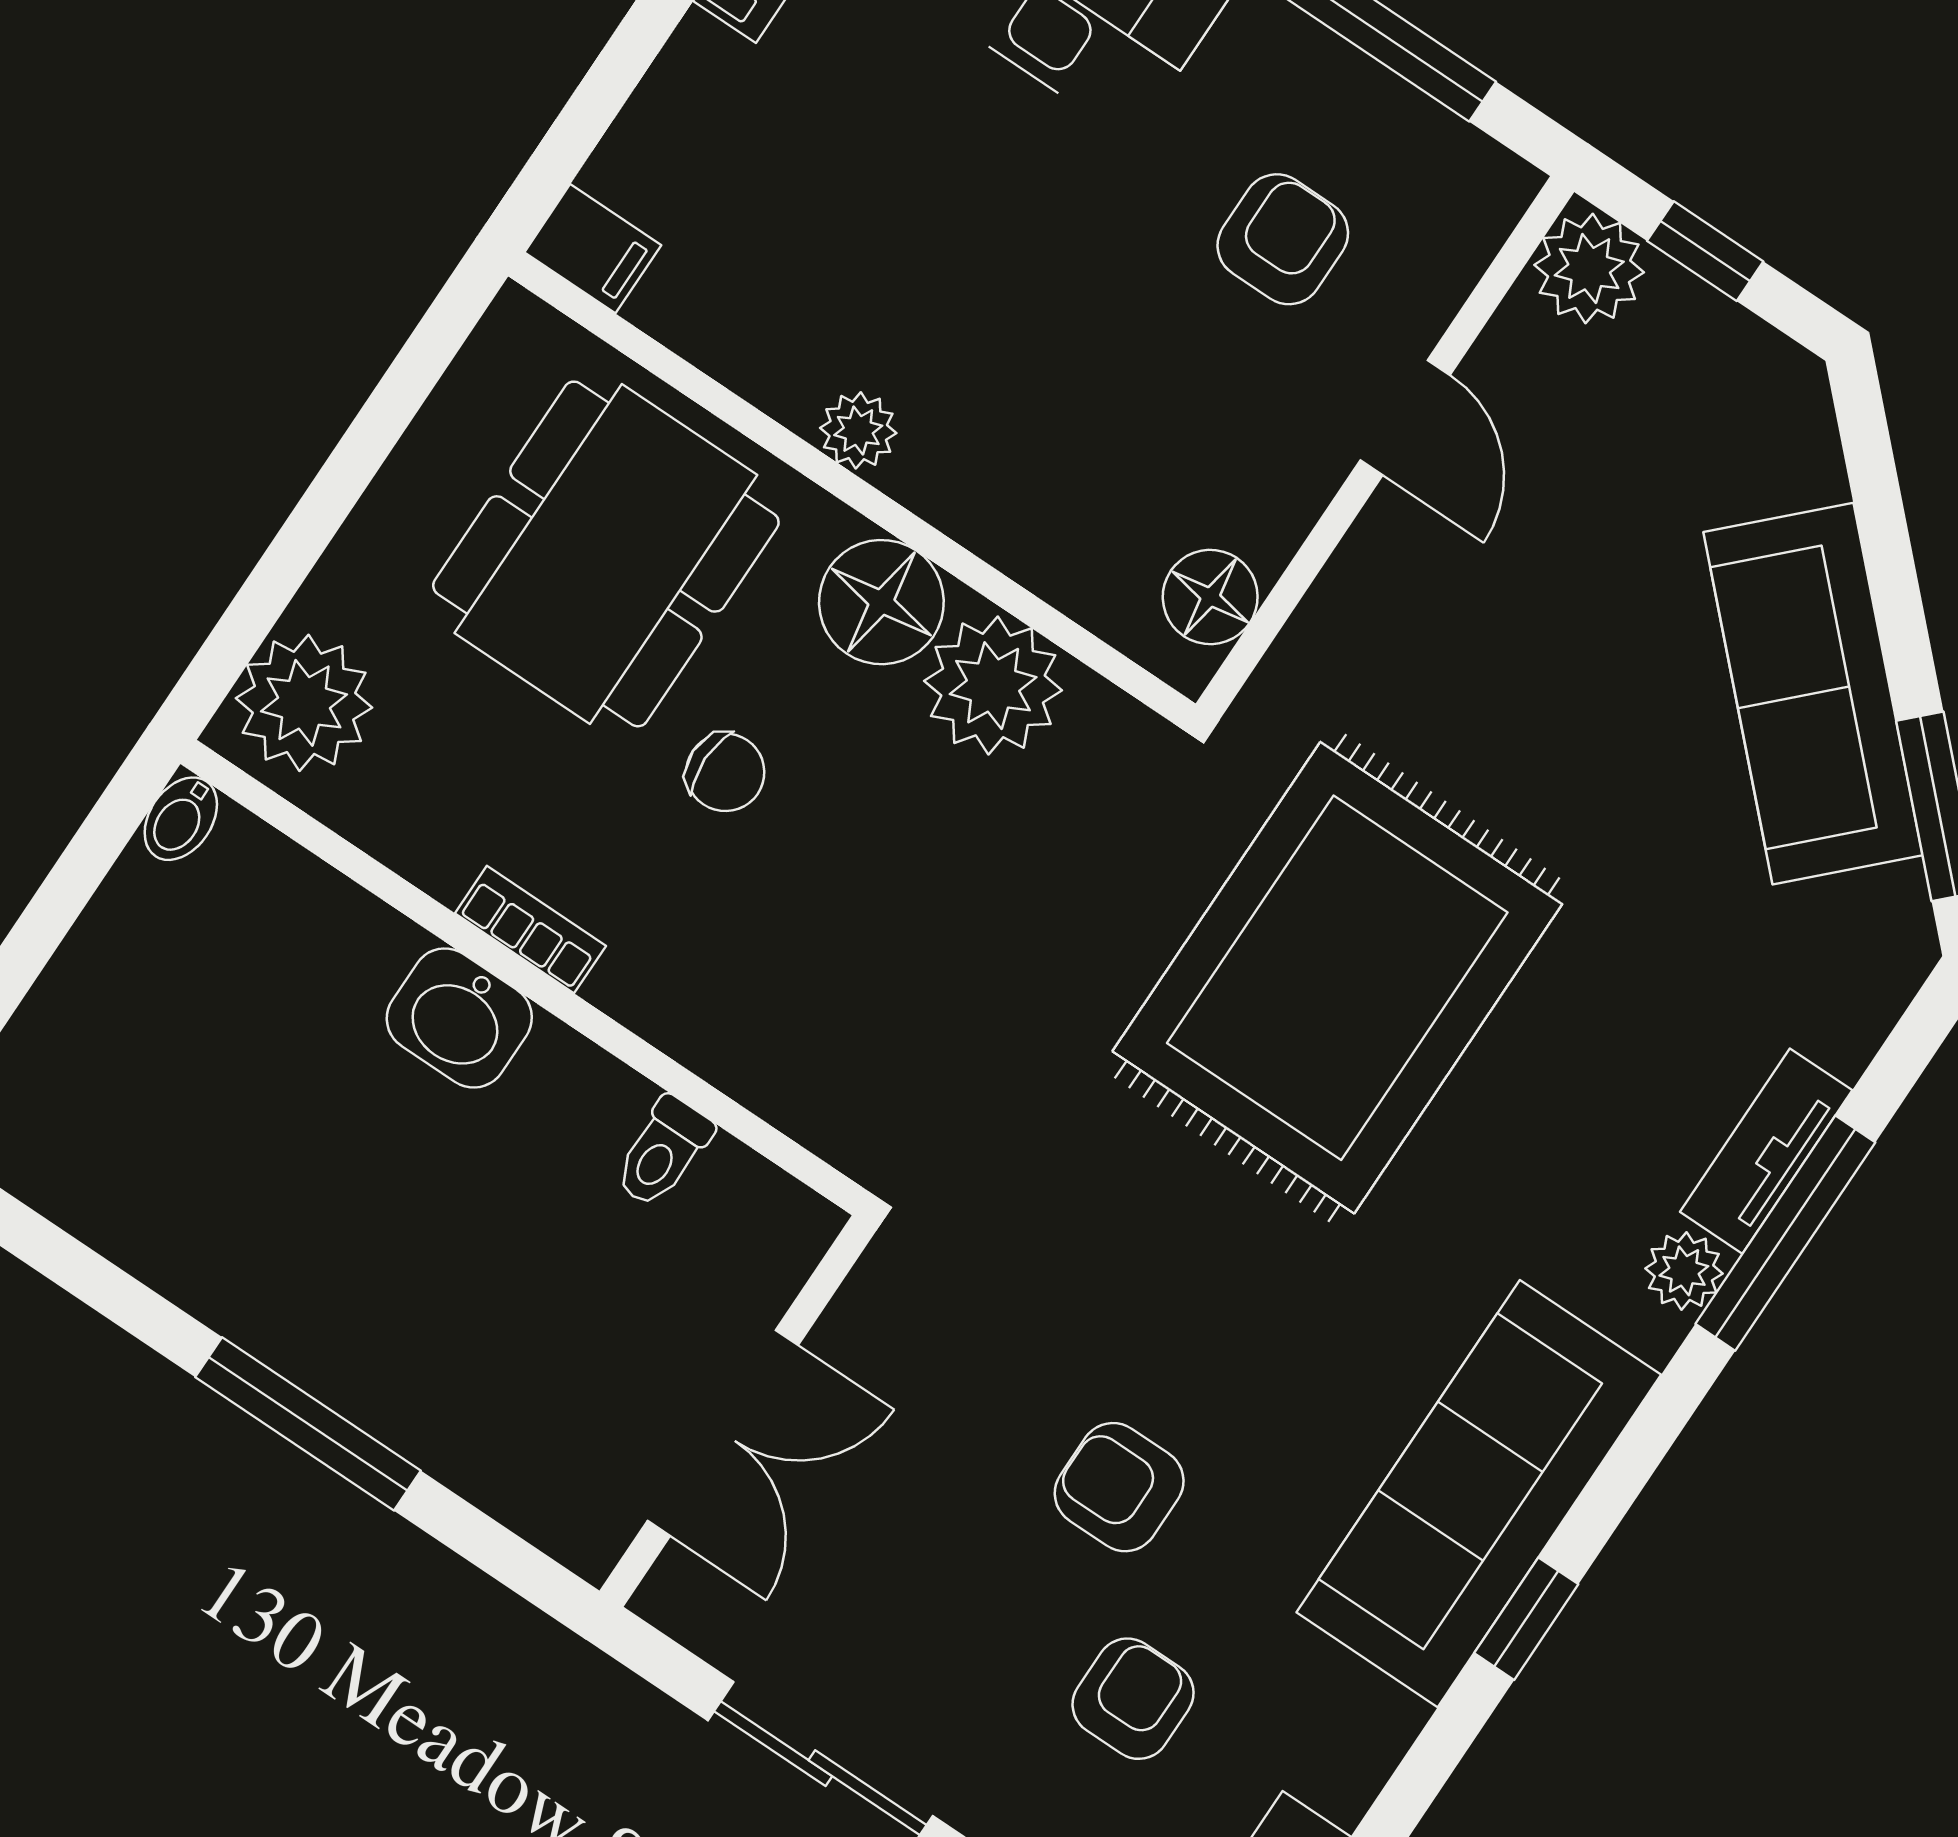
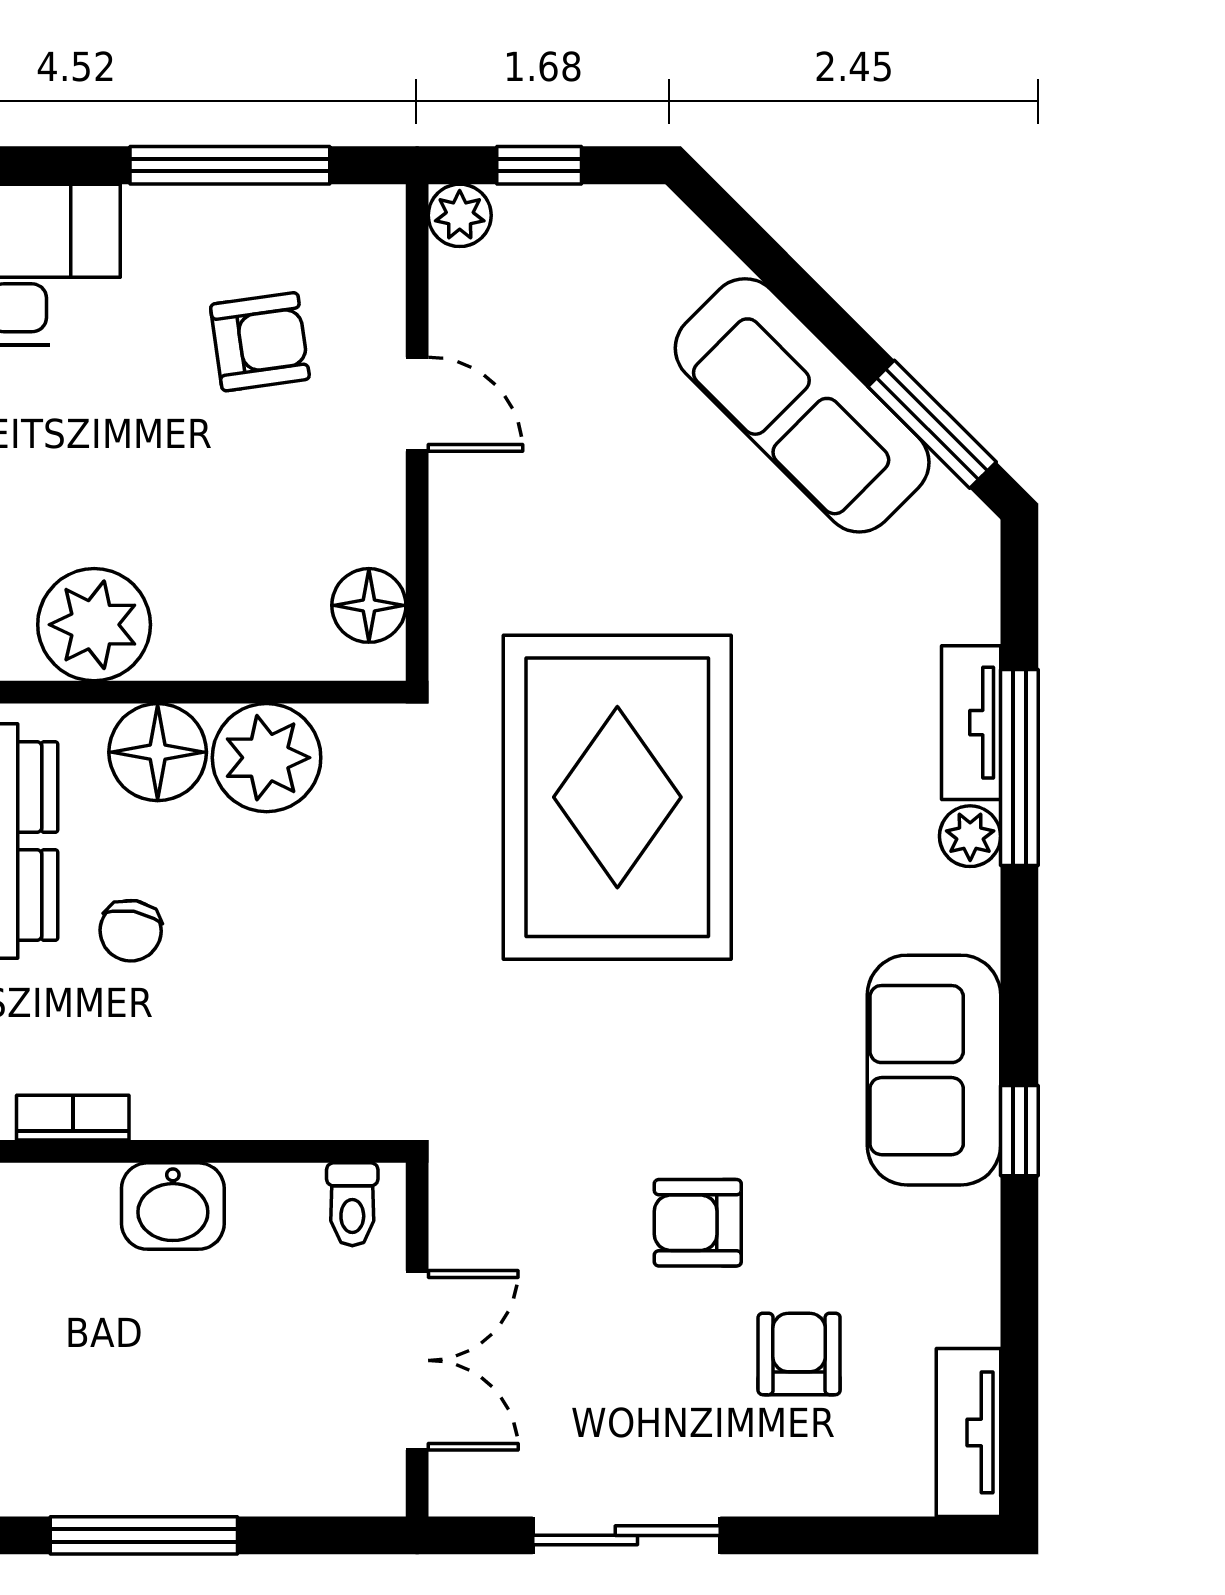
armchair: (1283, 239) -> (260, 342), turned 82
plant: (1589, 269) -> (460, 215), width x0.73, depth x0.73
plant: (858, 430) -> (94, 625), width x1.87, depth x1.87
chair: (725, 772) -> (131, 931), turned 100
washbasin: (459, 1018) -> (173, 1206), moved
toilet: (663, 1152) -> (352, 1204), moved
sofa: (1479, 1494) -> (934, 1070), width x0.73

